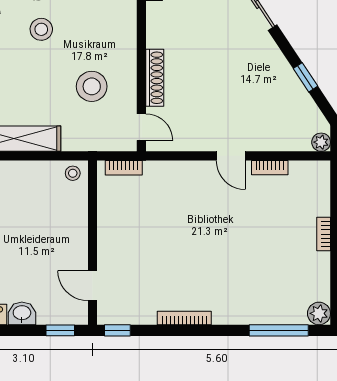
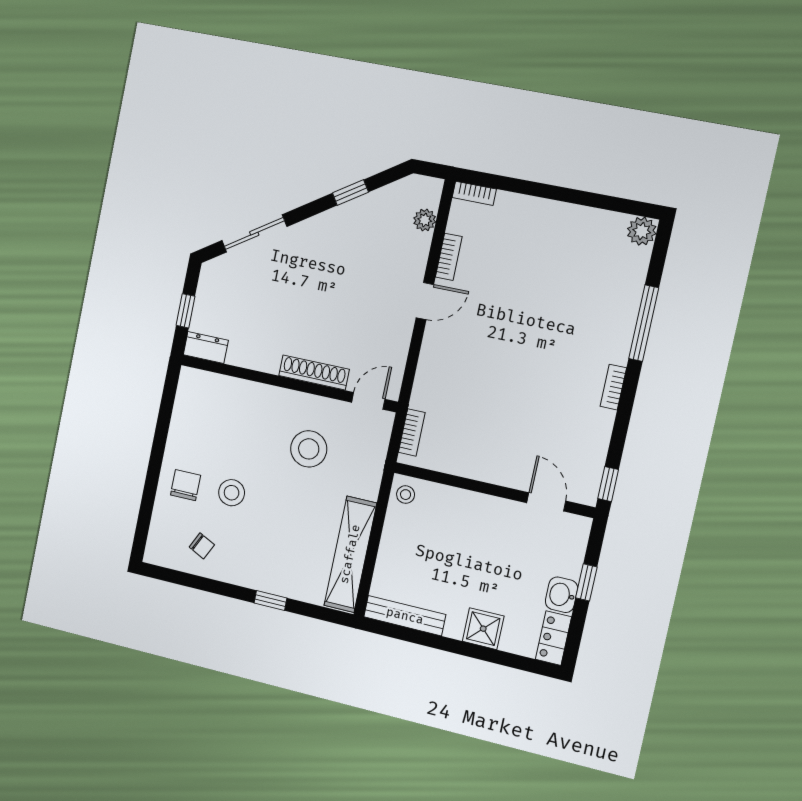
plant: (321, 142) -> (425, 220), moved
bookcase: (324, 234) -> (474, 193), moved
door: (92, 286) -> (546, 502), swing flipped
bookcase: (184, 318) -> (613, 387), width x0.64
window: (60, 330) -> (586, 582), moved
window: (279, 330) -> (644, 323), moved

